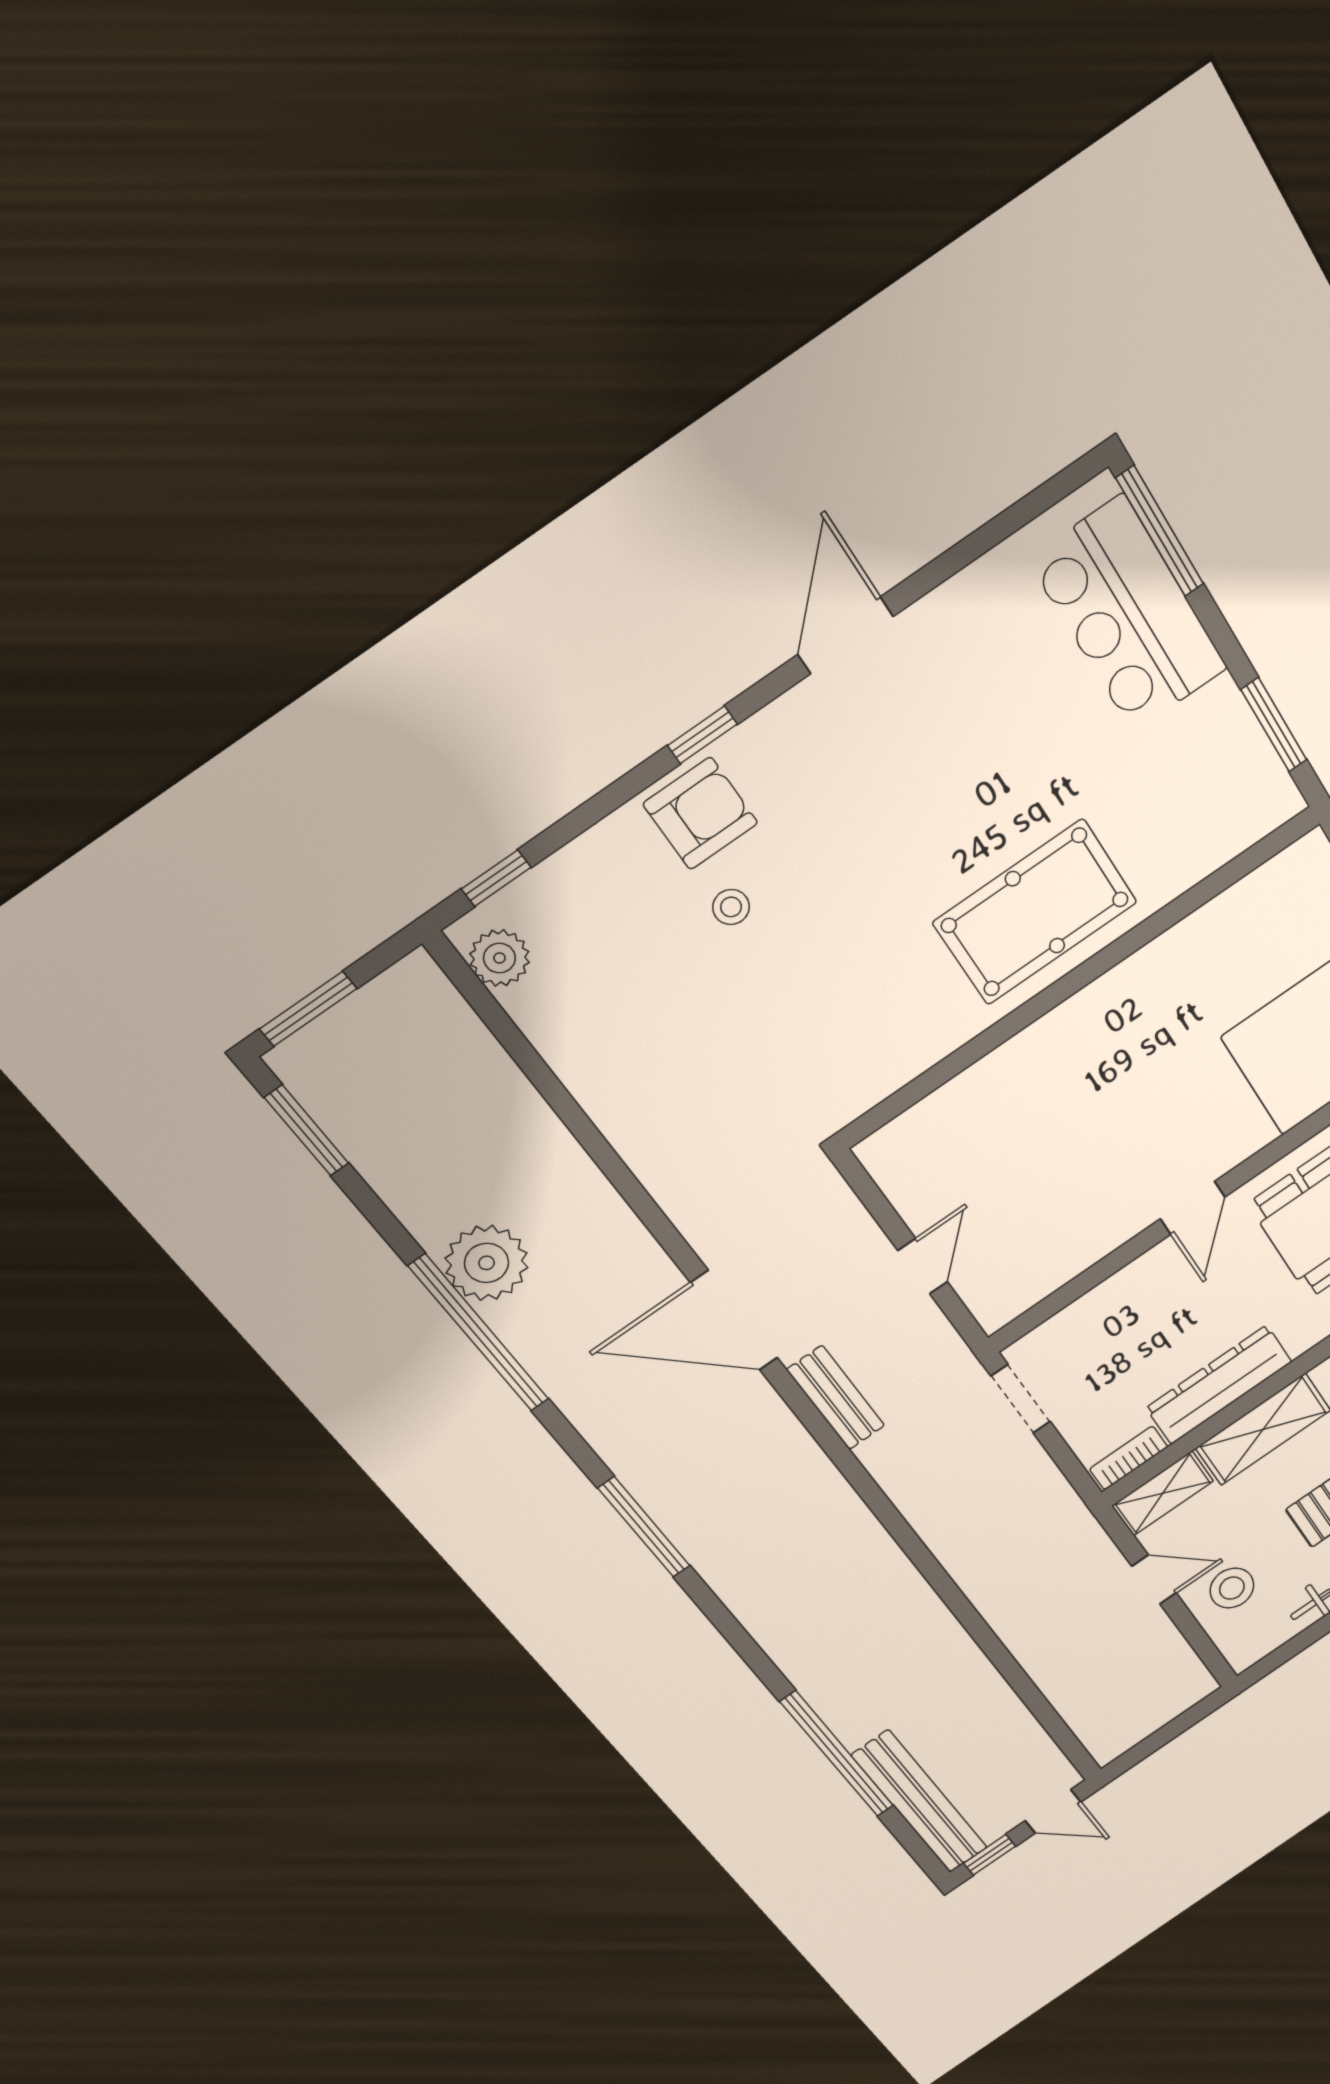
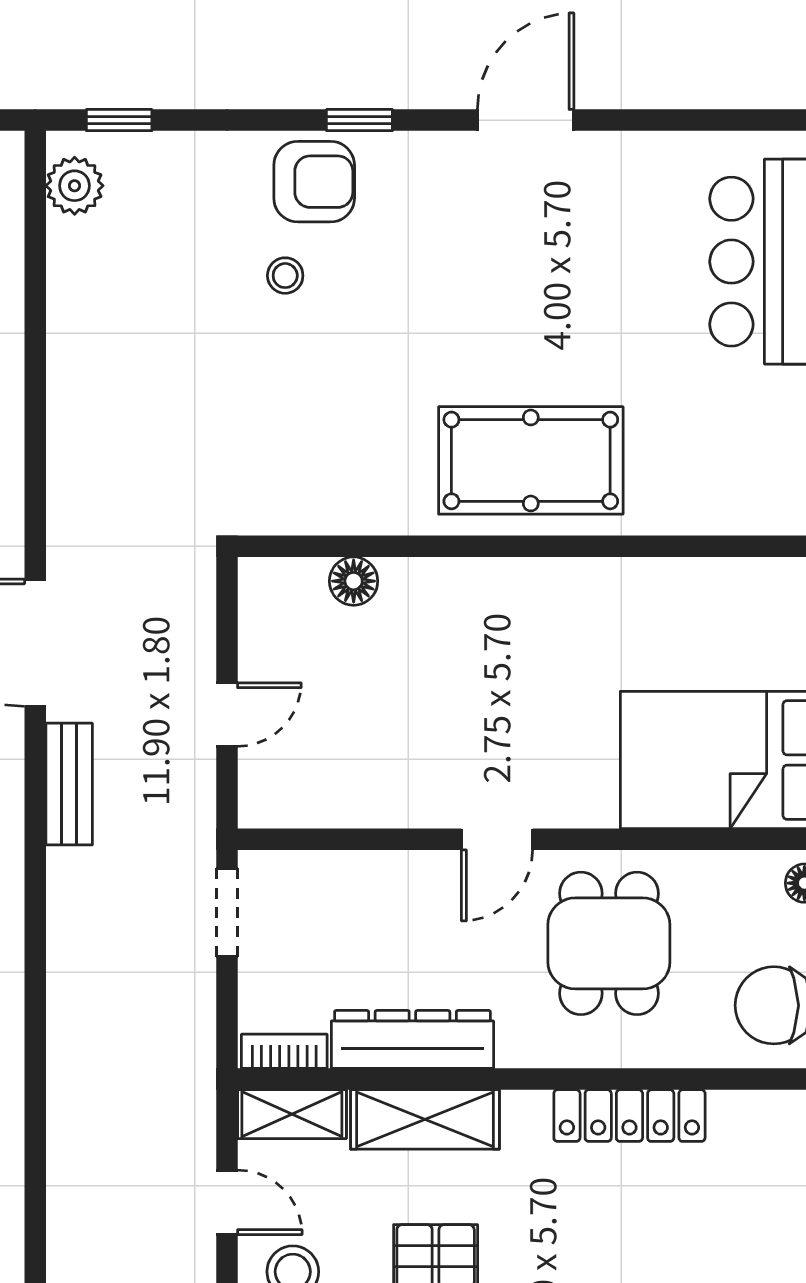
floor lamp: (954, 1102) -> (354, 581), added

